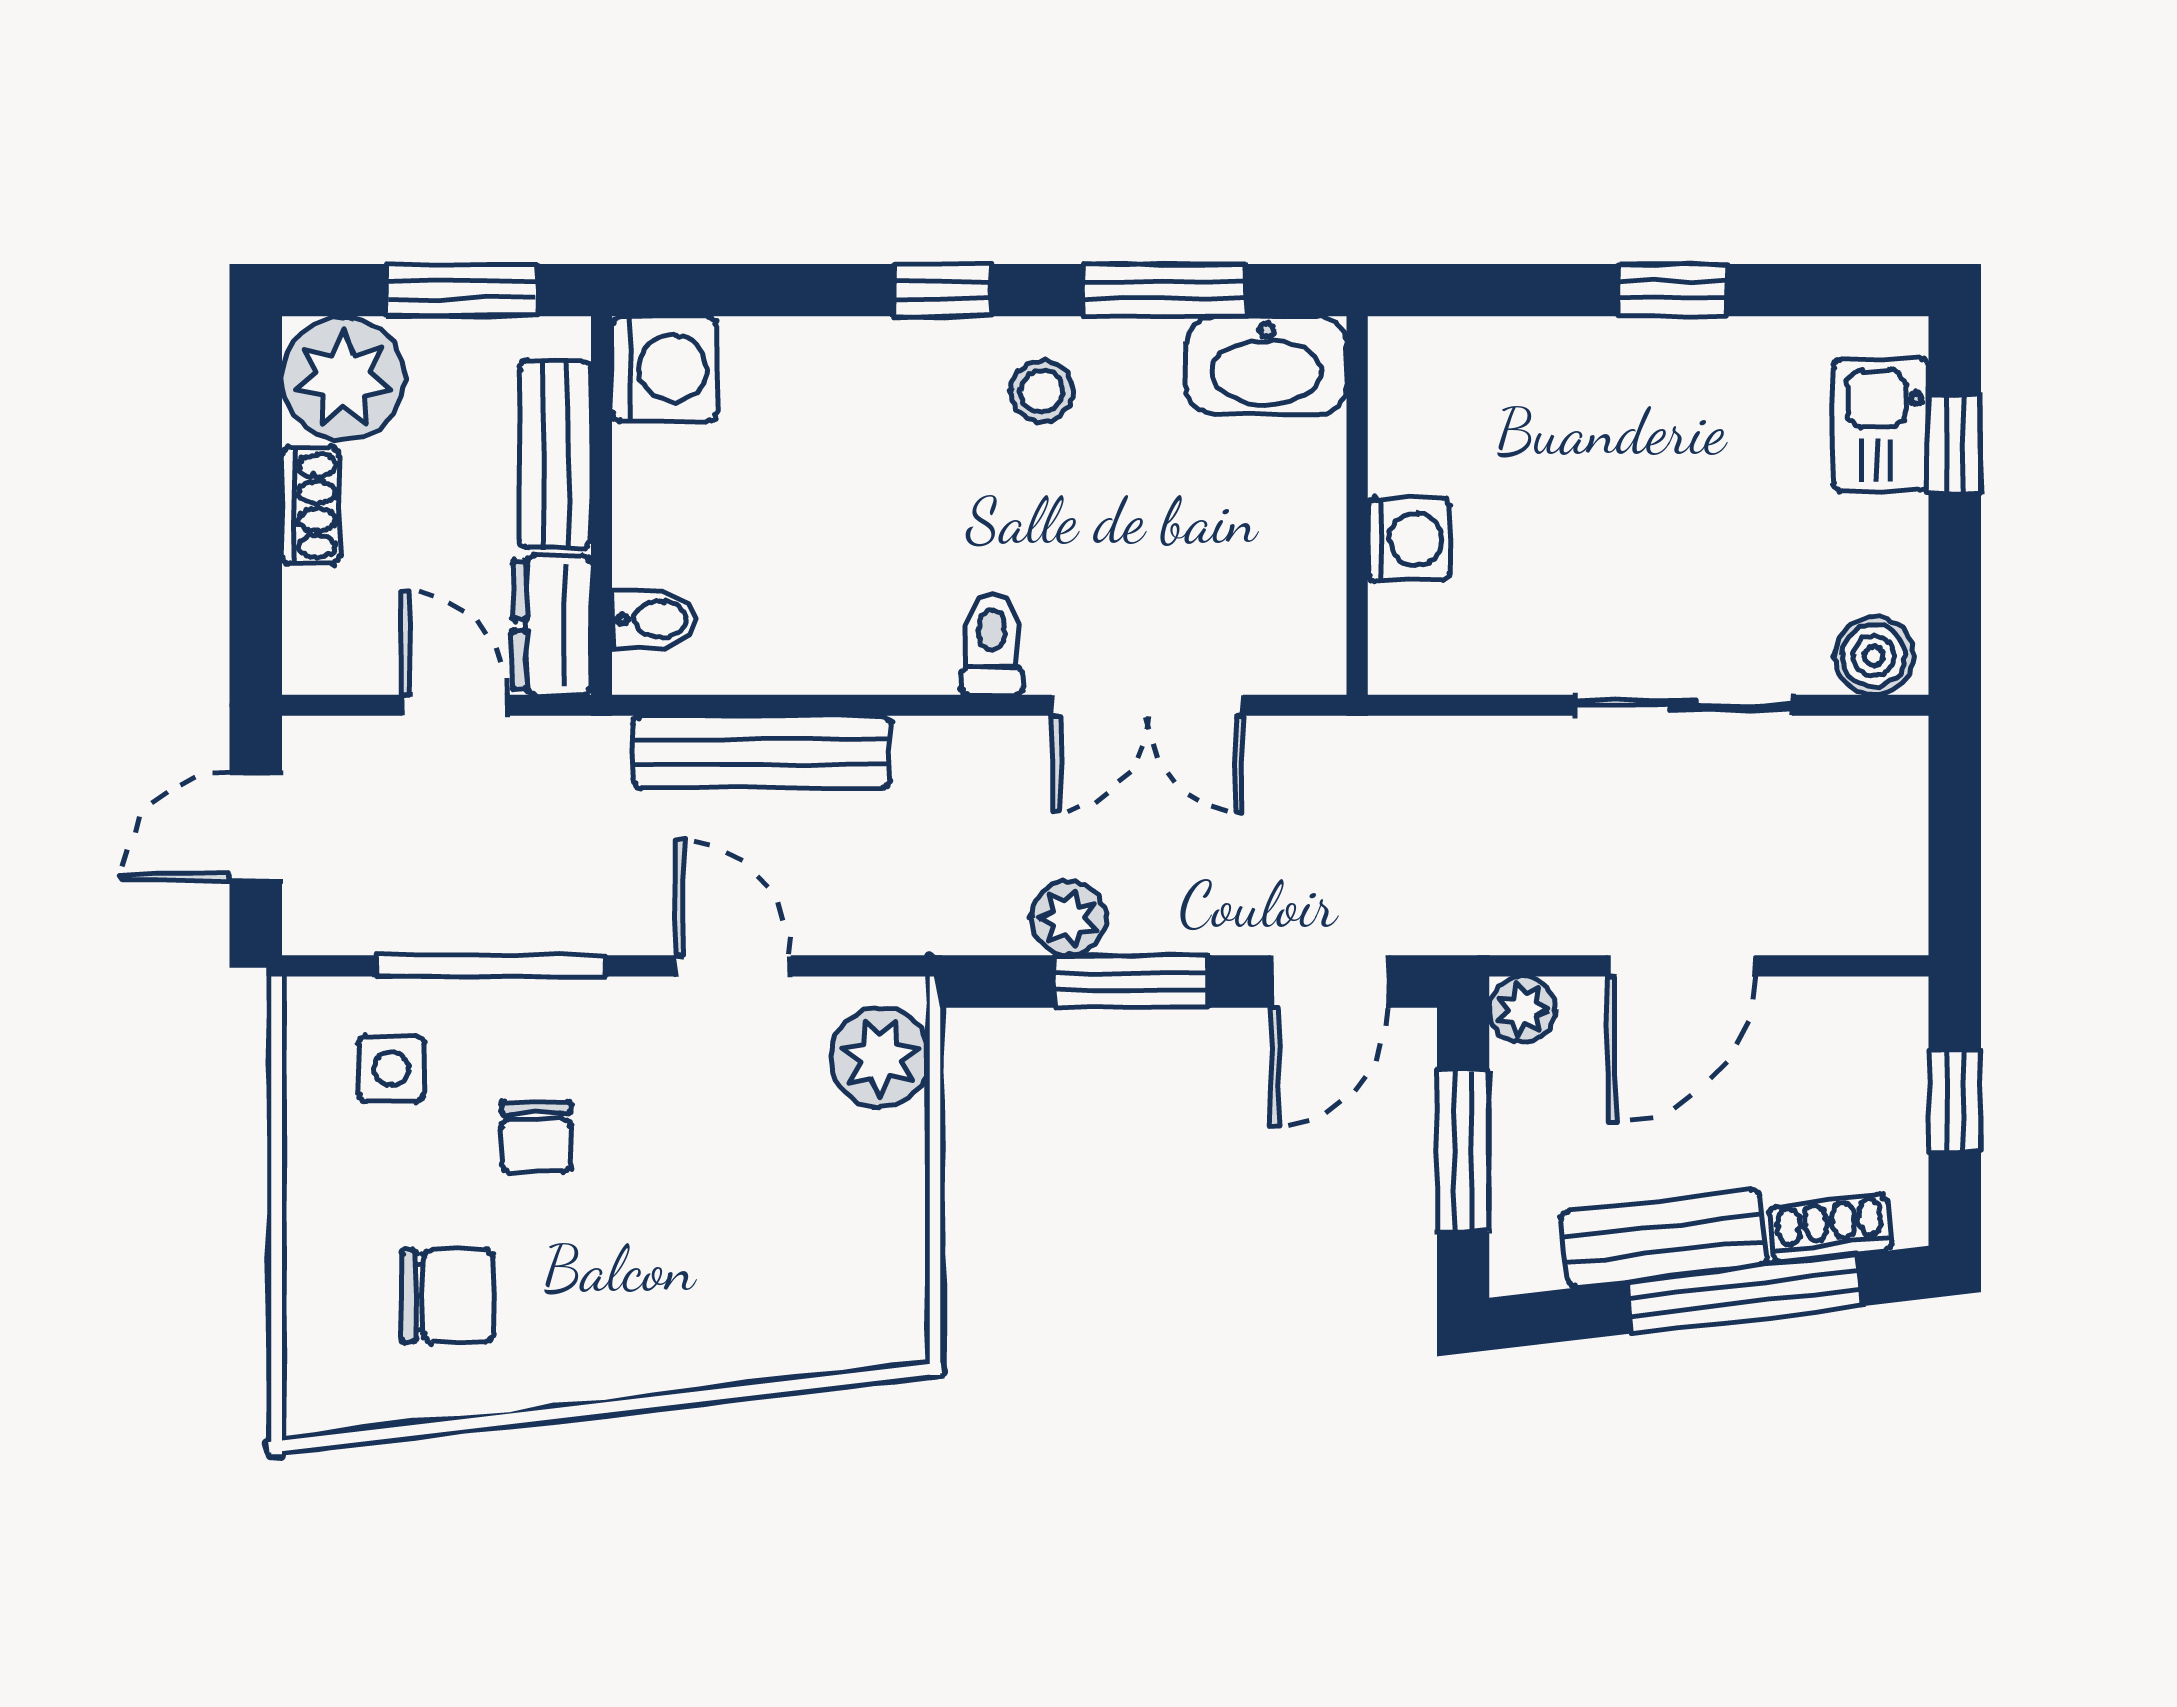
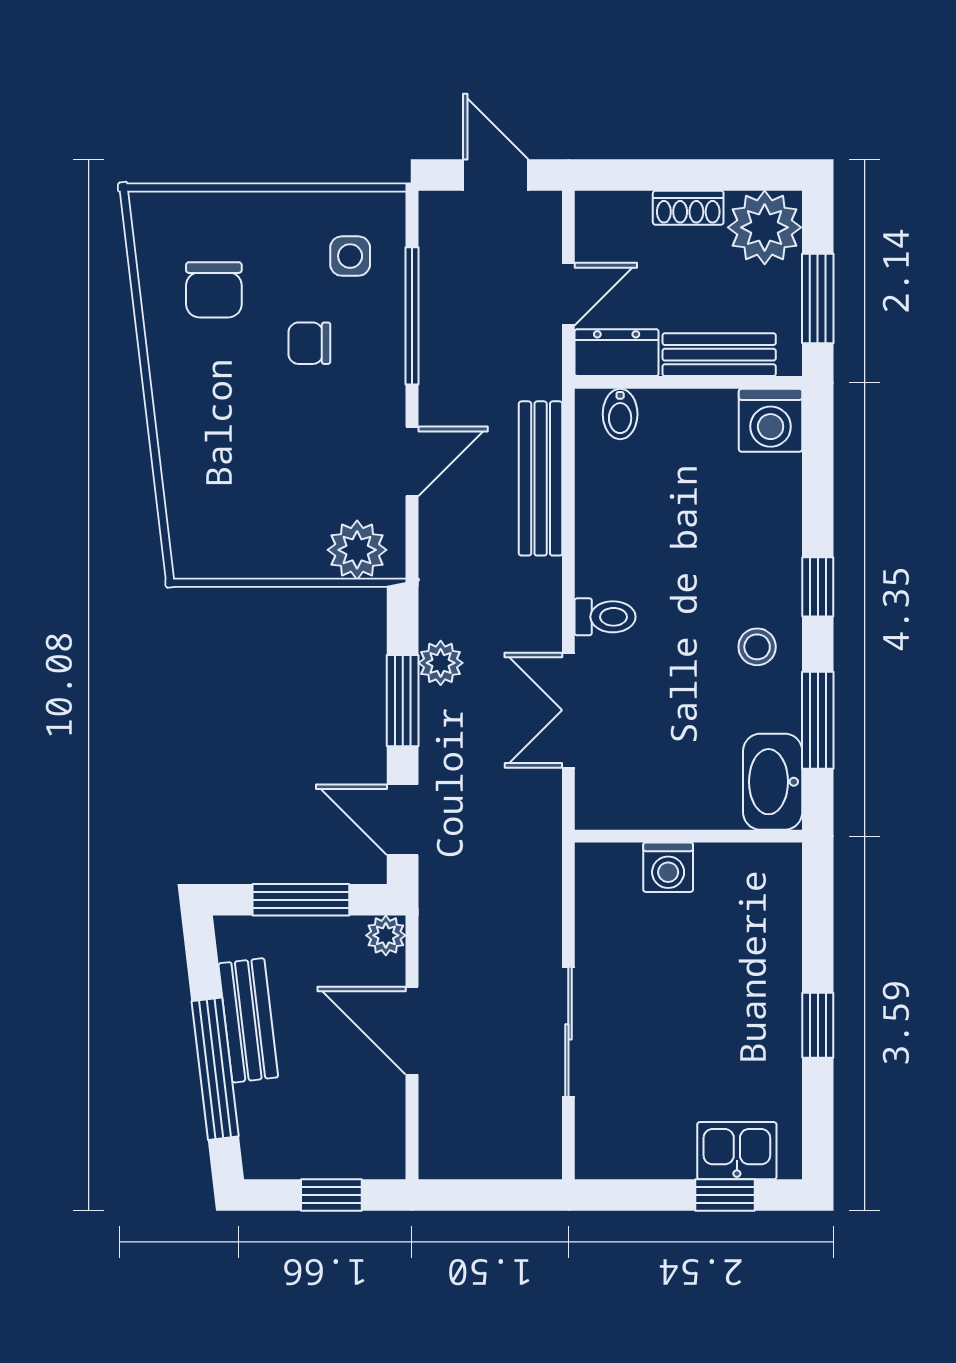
boiler: (1874, 656) -> (598, 1146), removed
shoe rack: (1830, 1229) -> (254, 1120), removed

